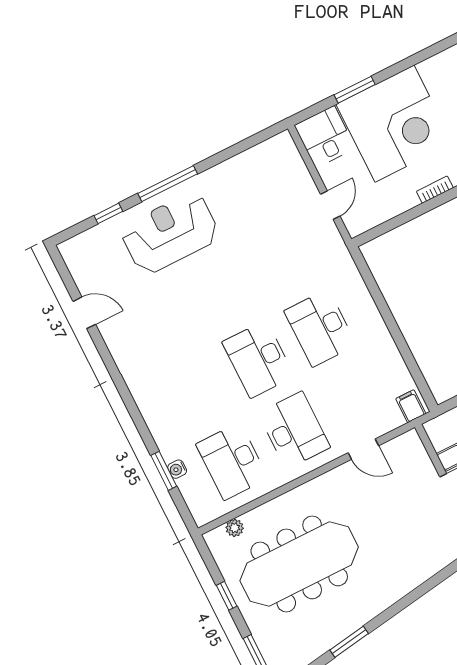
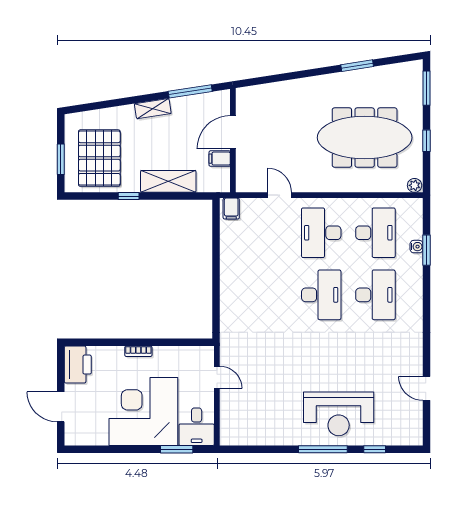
window: (355, 90) -> (177, 449), moved
door: (330, 205) -> (217, 377), swing flipped
desk: (320, 328) -> (375, 295), moved
plant: (235, 528) -> (415, 185), moved

